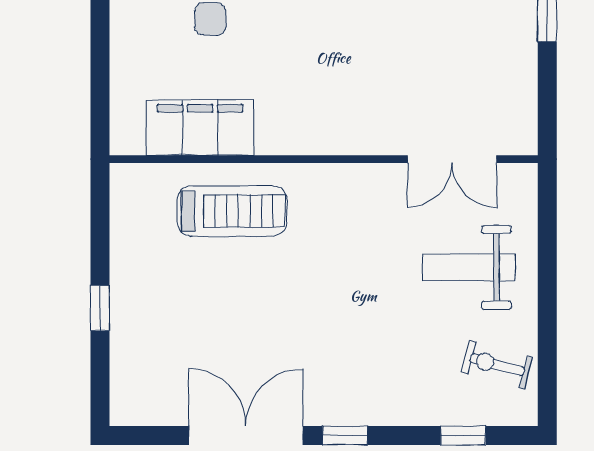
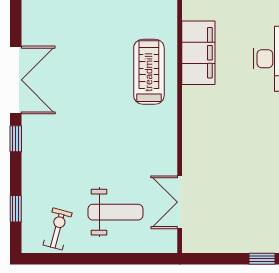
treadmill: (232, 211) -> (149, 72), turned 180
weight bench: (469, 267) -> (115, 212), turned 90

